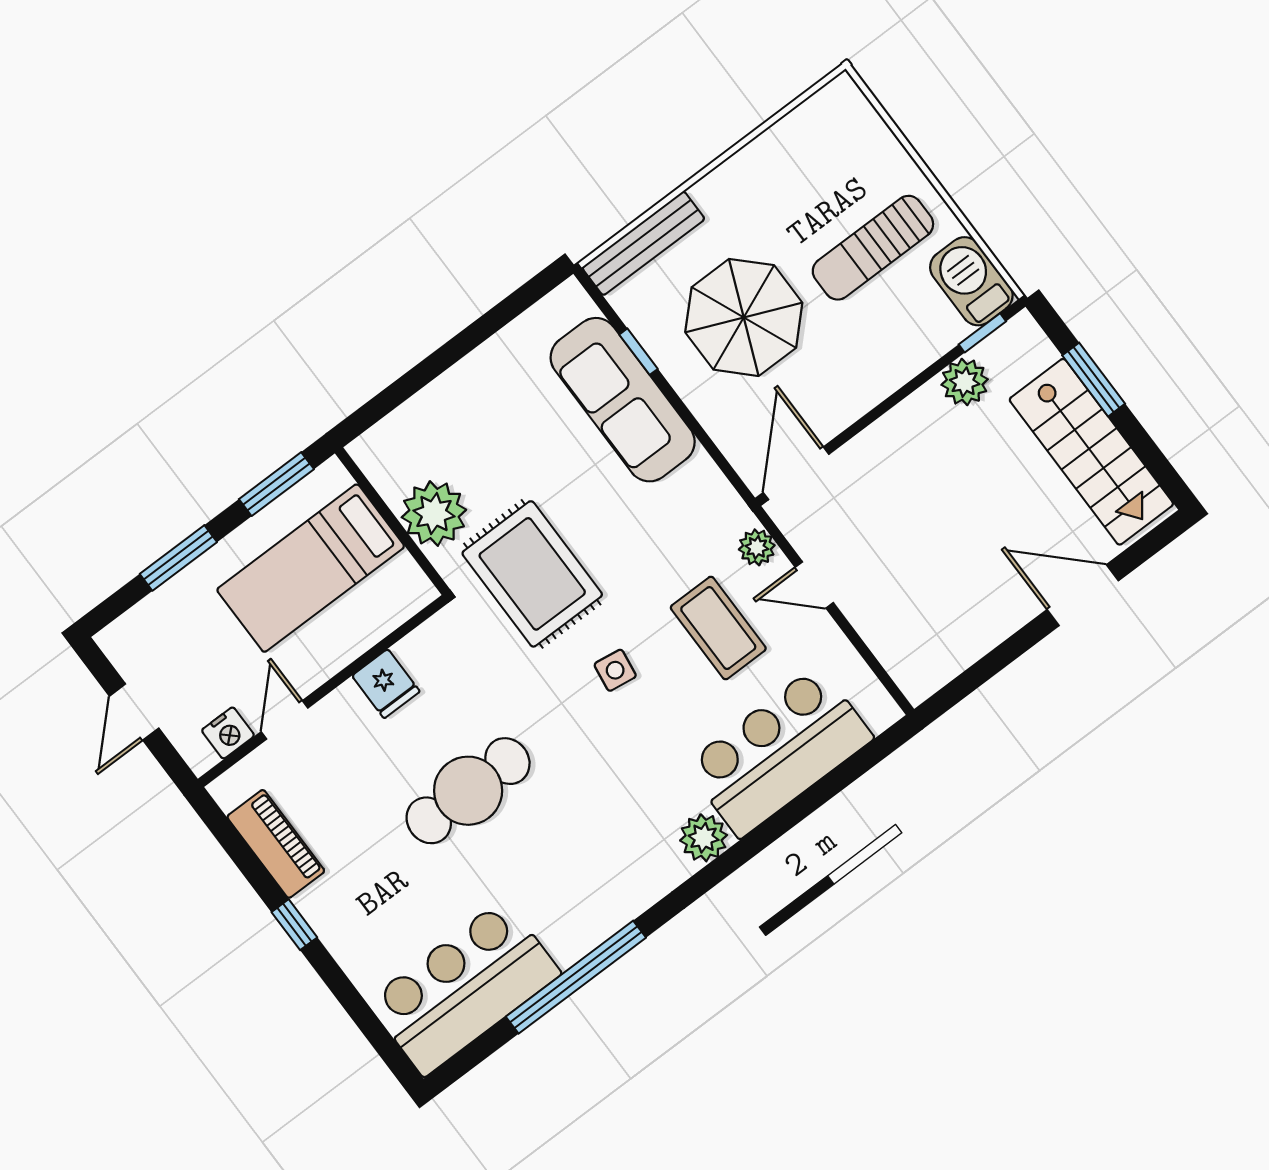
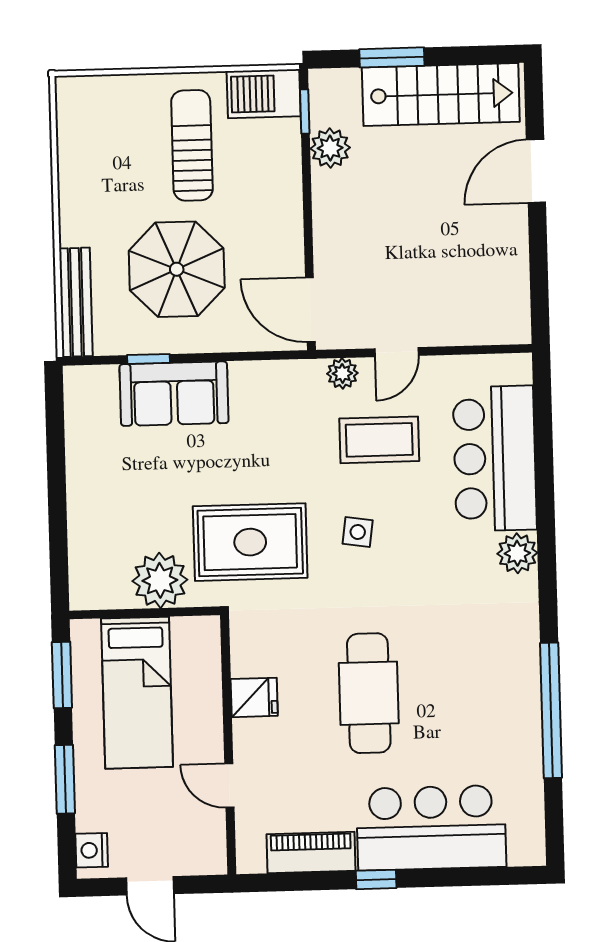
sun lounger: (873, 248) -> (192, 145), turned 180
sofa: (623, 400) -> (174, 394), width x0.73
nightstand: (228, 733) -> (92, 850), moved, turned 180
bar counter: (464, 987) -> (431, 828), moved, turned 90

